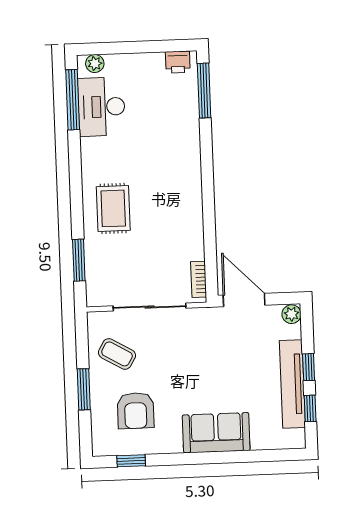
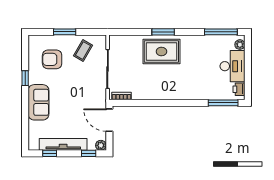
desk: (101, 107) -> (232, 66), moved, turned 90
rug: (113, 208) -> (161, 51), width x1.36, depth x1.43
window: (79, 260) -> (163, 32), moved
door: (244, 300) -> (109, 120), swing flipped
window: (309, 367) -> (89, 153), moved
window: (131, 461) -> (25, 78), moved

